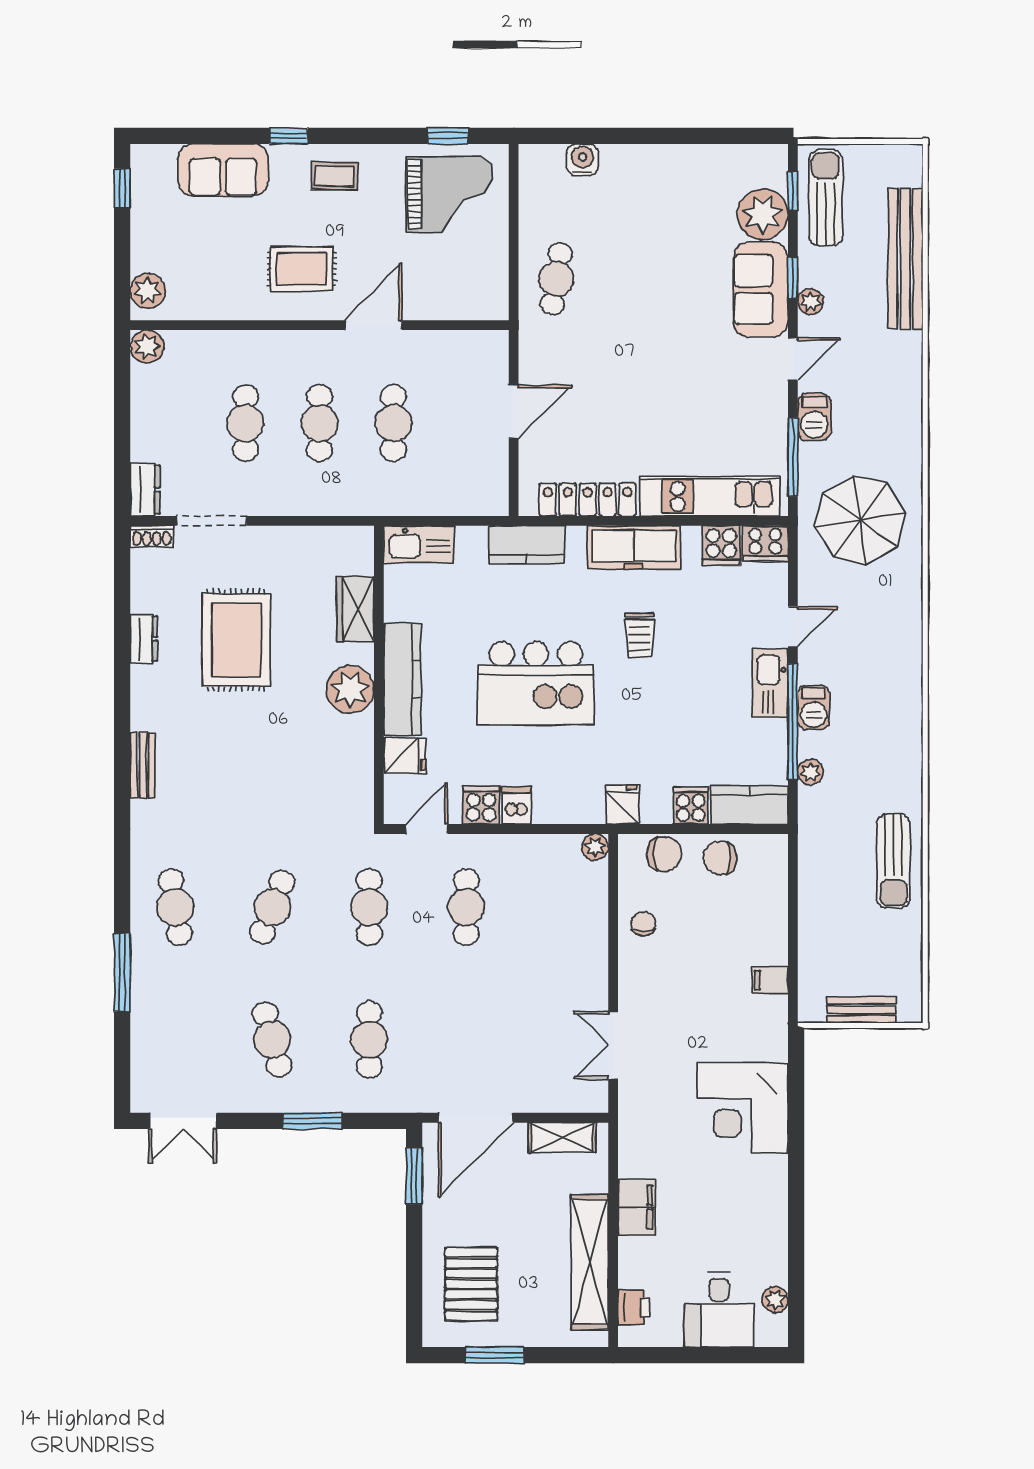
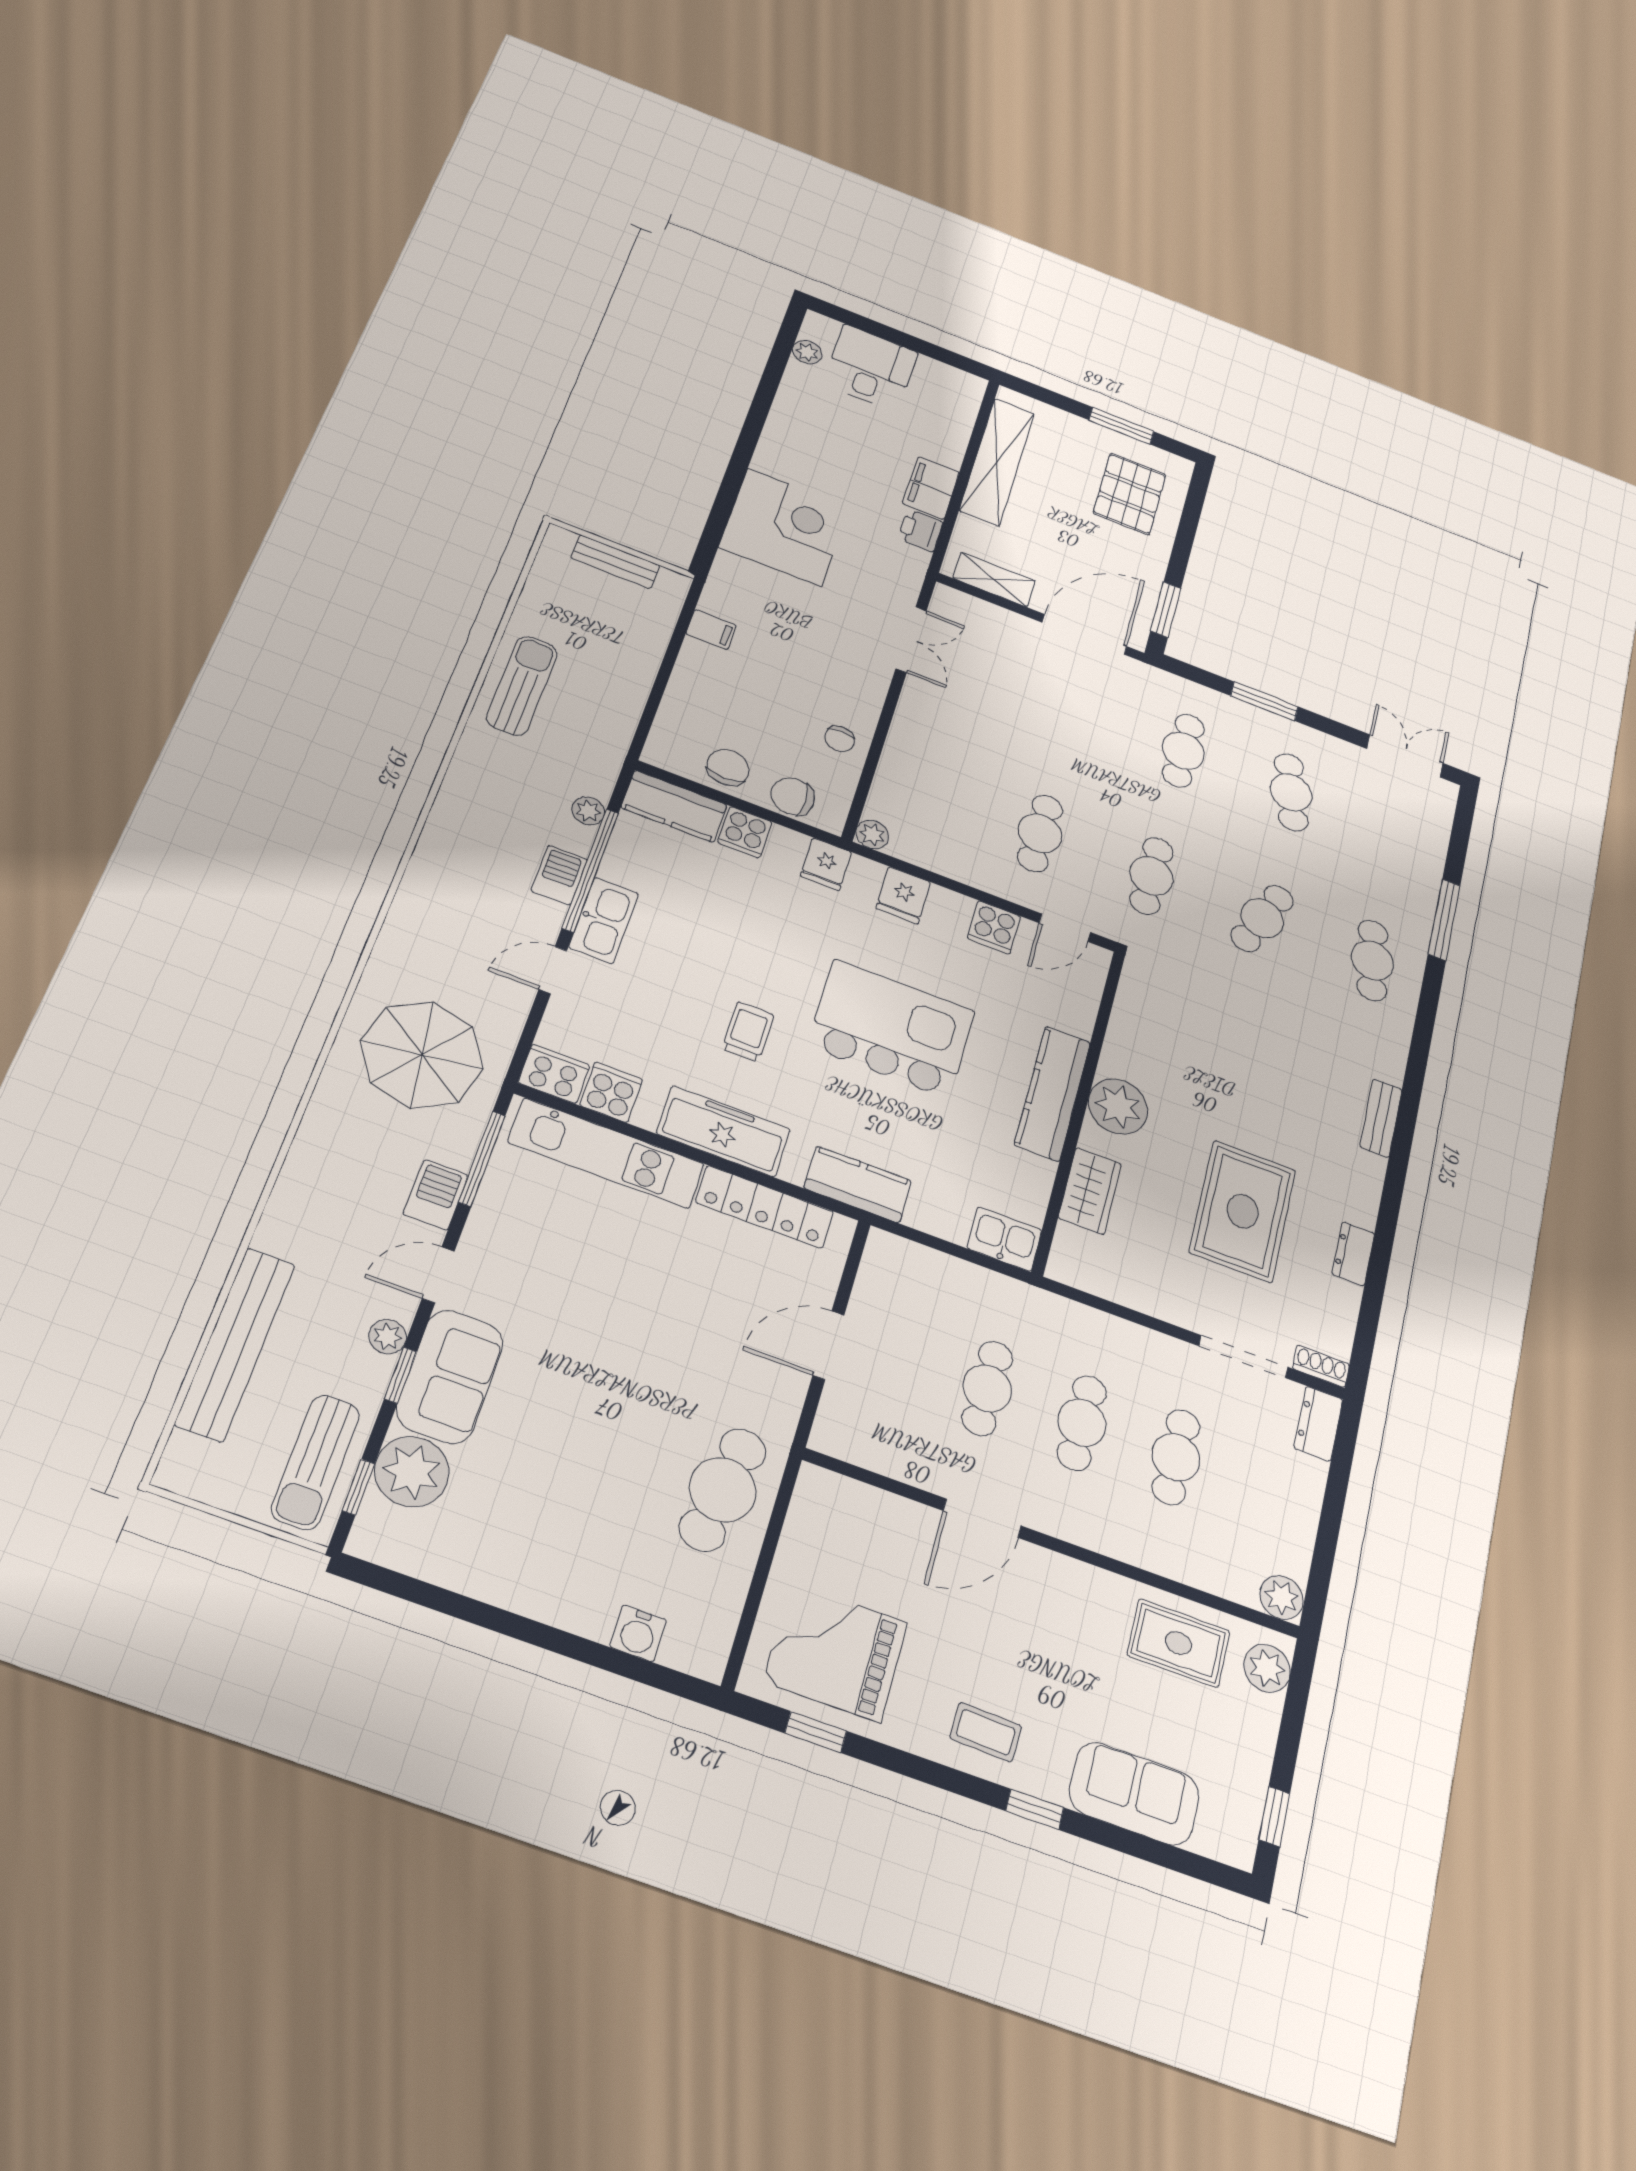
rug: (302, 269) -> (1178, 1643), moved
cafe table: (556, 279) -> (723, 1490), width x1.37, depth x1.35
kitchen sink: (419, 544) -> (1004, 1239), width x0.73
fridge: (405, 756) -> (903, 895), moved, turned -90
dishwasher: (516, 805) -> (952, 911), removed
chair: (720, 858) -> (728, 767), turned -90
printer: (634, 1307) -> (920, 530), moved

